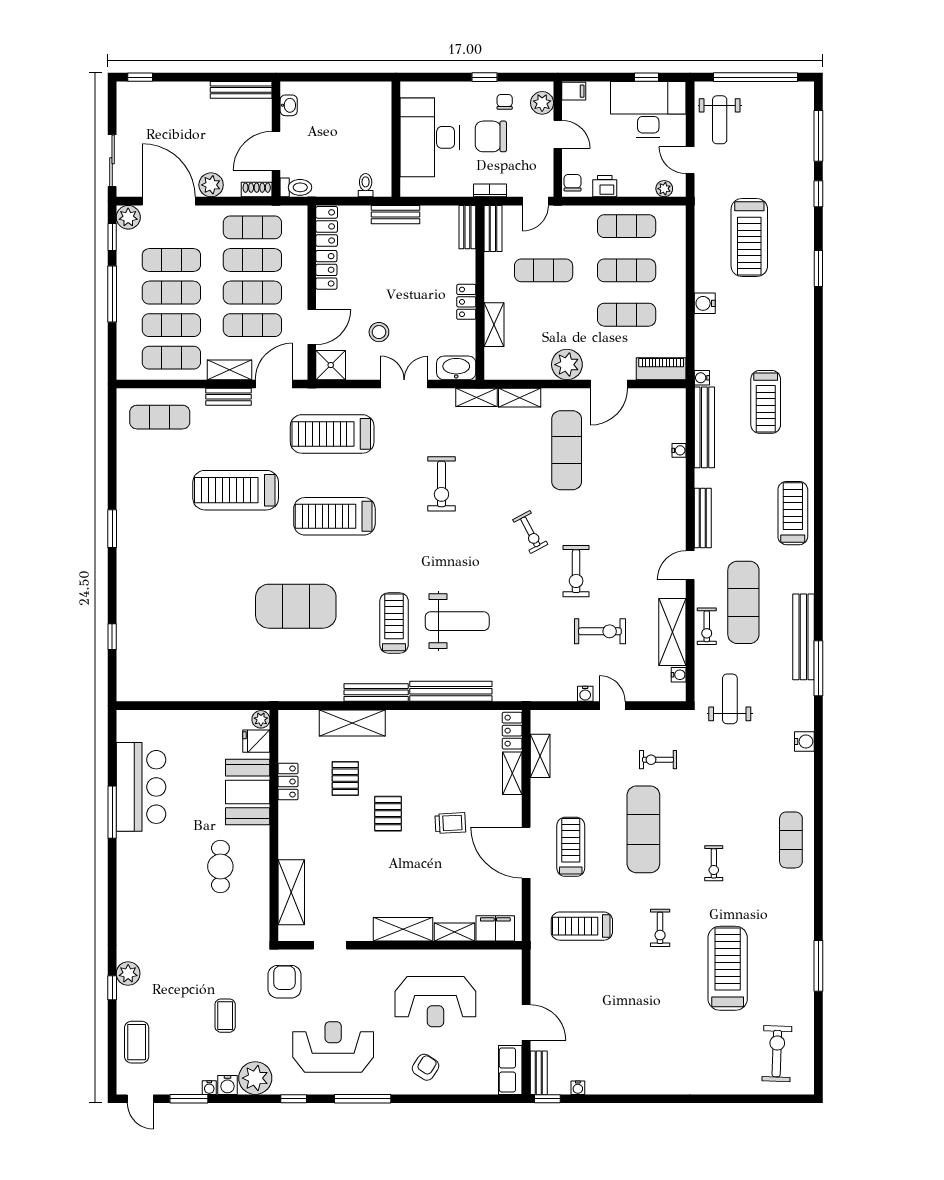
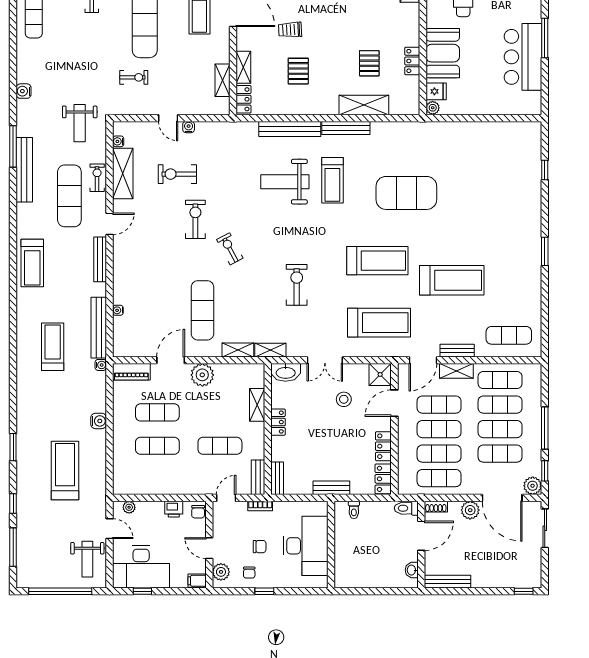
weight bench: (720, 120) -> (87, 559), turned 180
chair: (491, 136) -> (260, 547), width x0.54, depth x0.54
exercise mat: (627, 226) -> (157, 479), removed
pallet: (388, 814) -> (298, 71), moved

